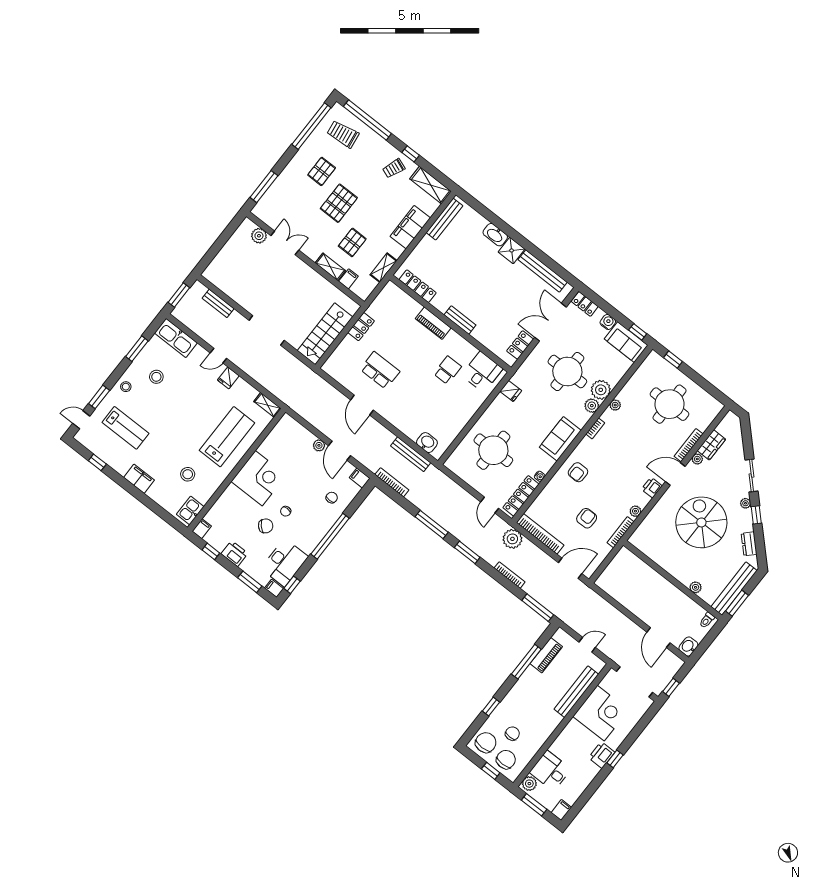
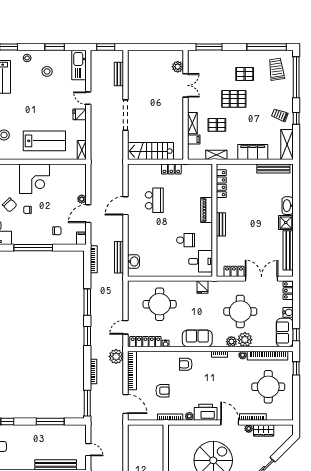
bookcase: (636, 379) -> (268, 356), added
printer: (652, 488) -> (206, 412), width x1.87, depth x1.48
piano: (546, 655) -> (63, 430), removed

